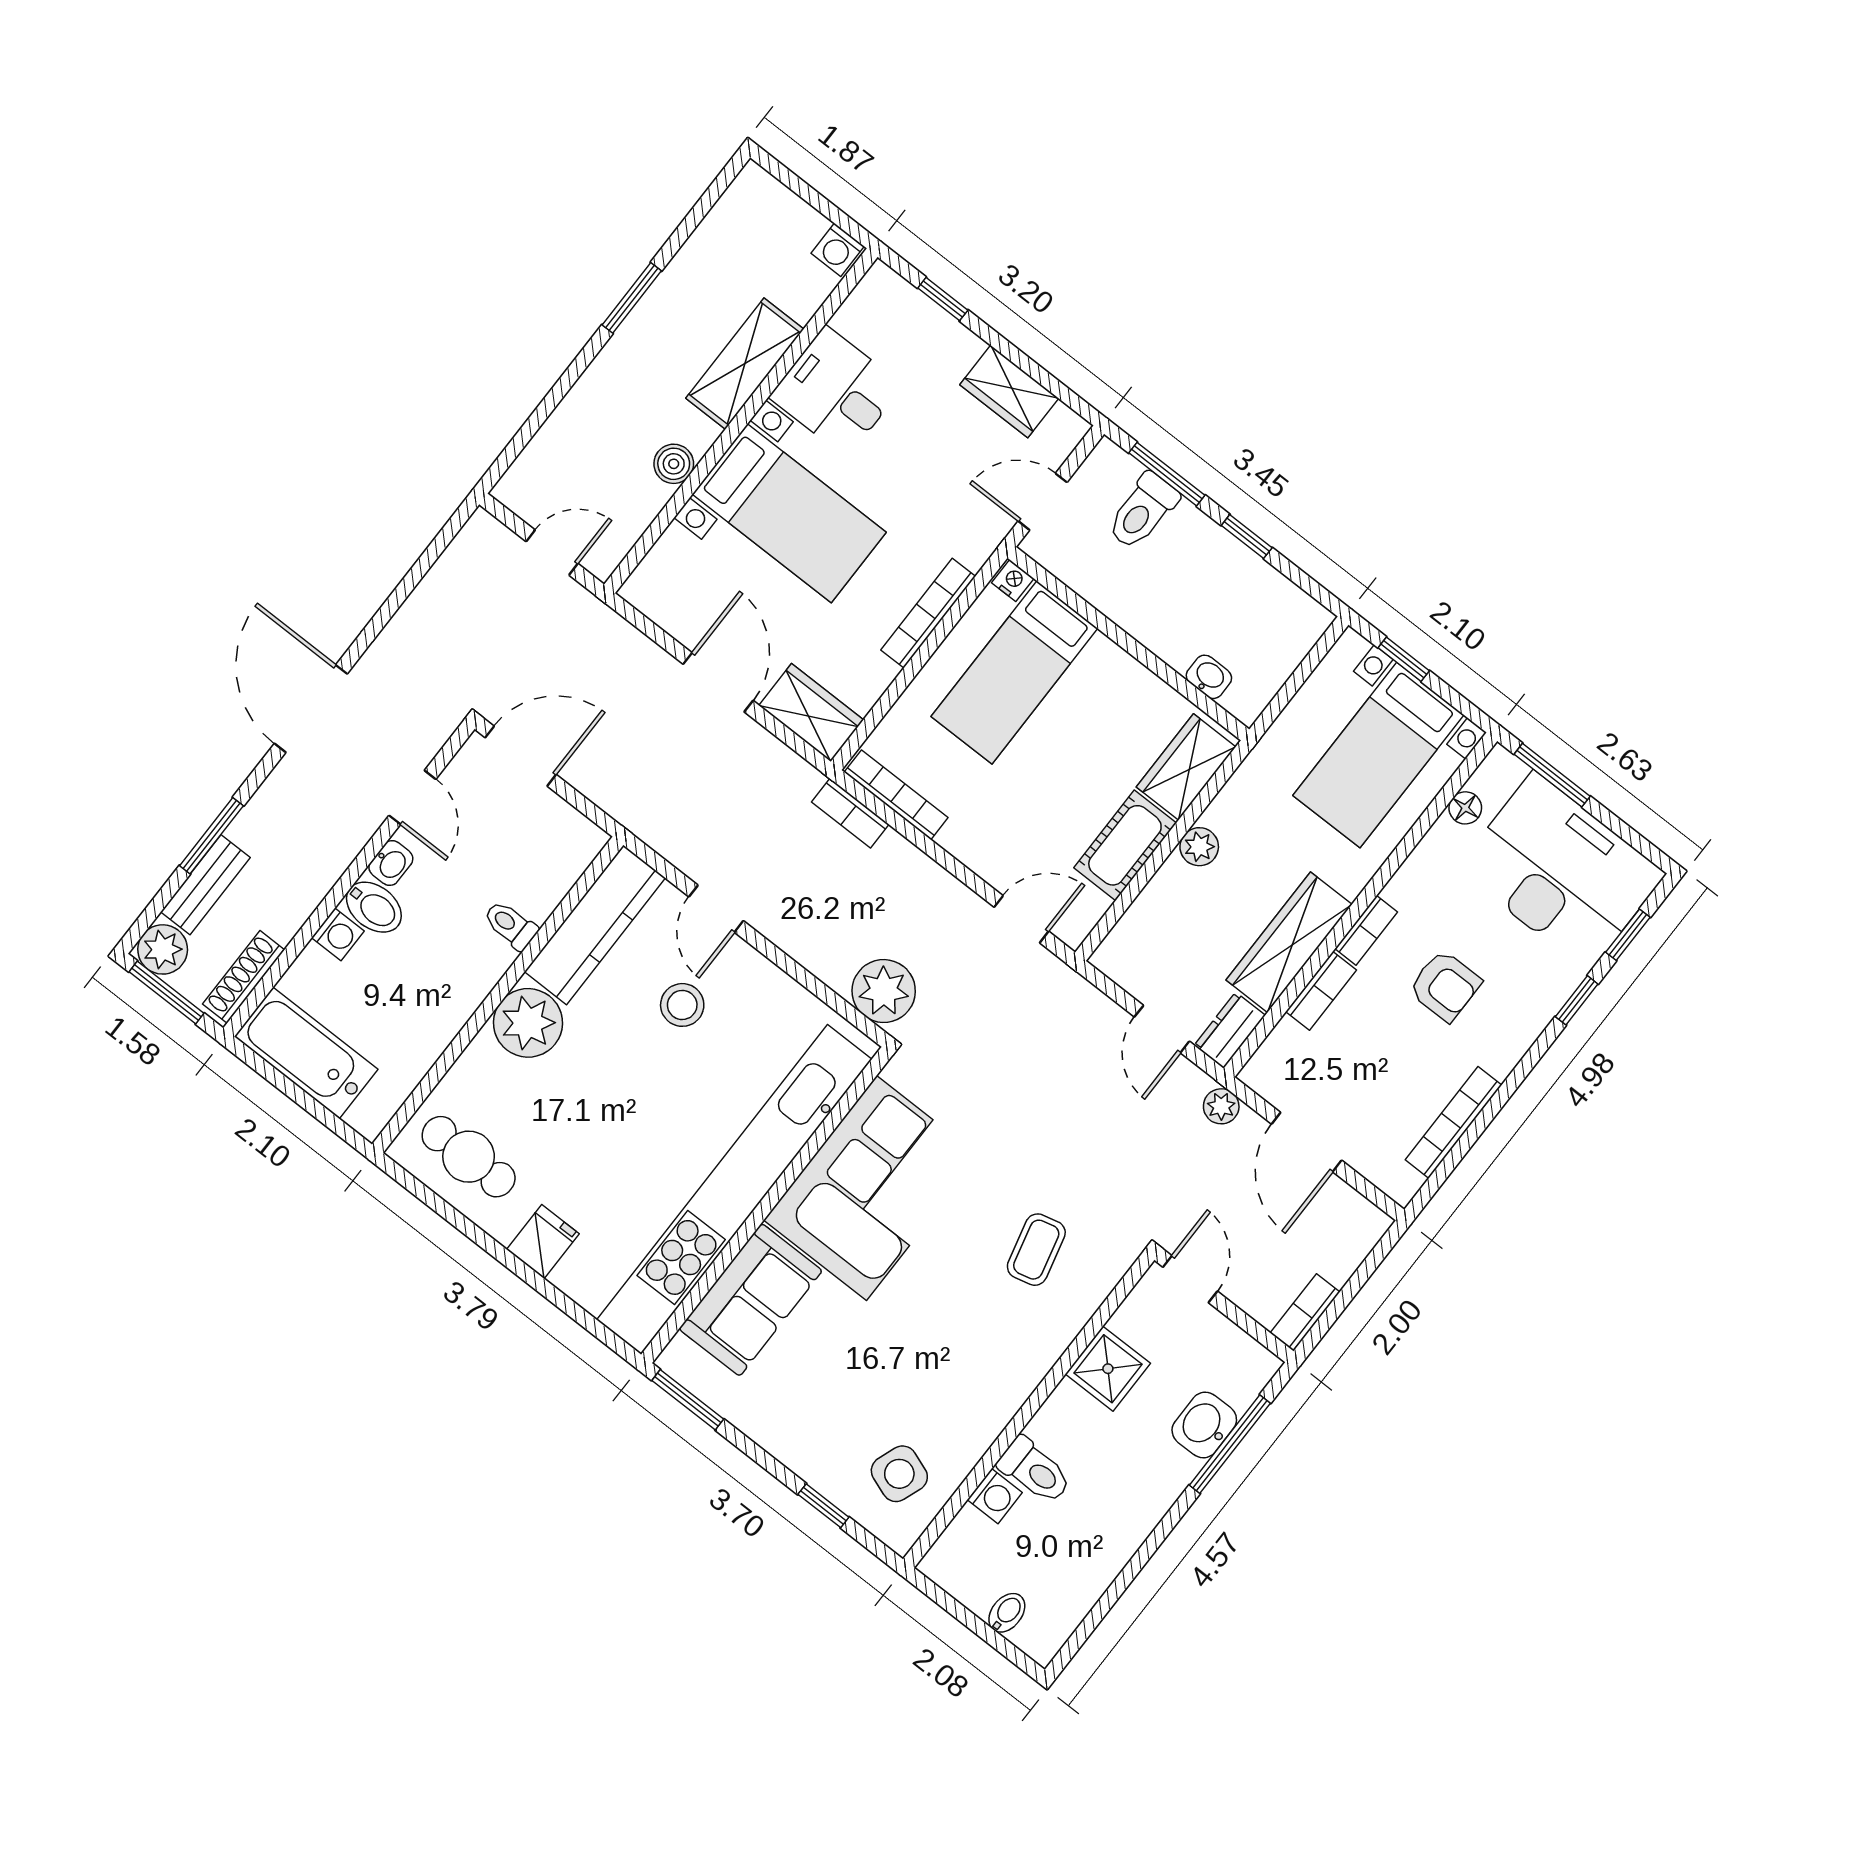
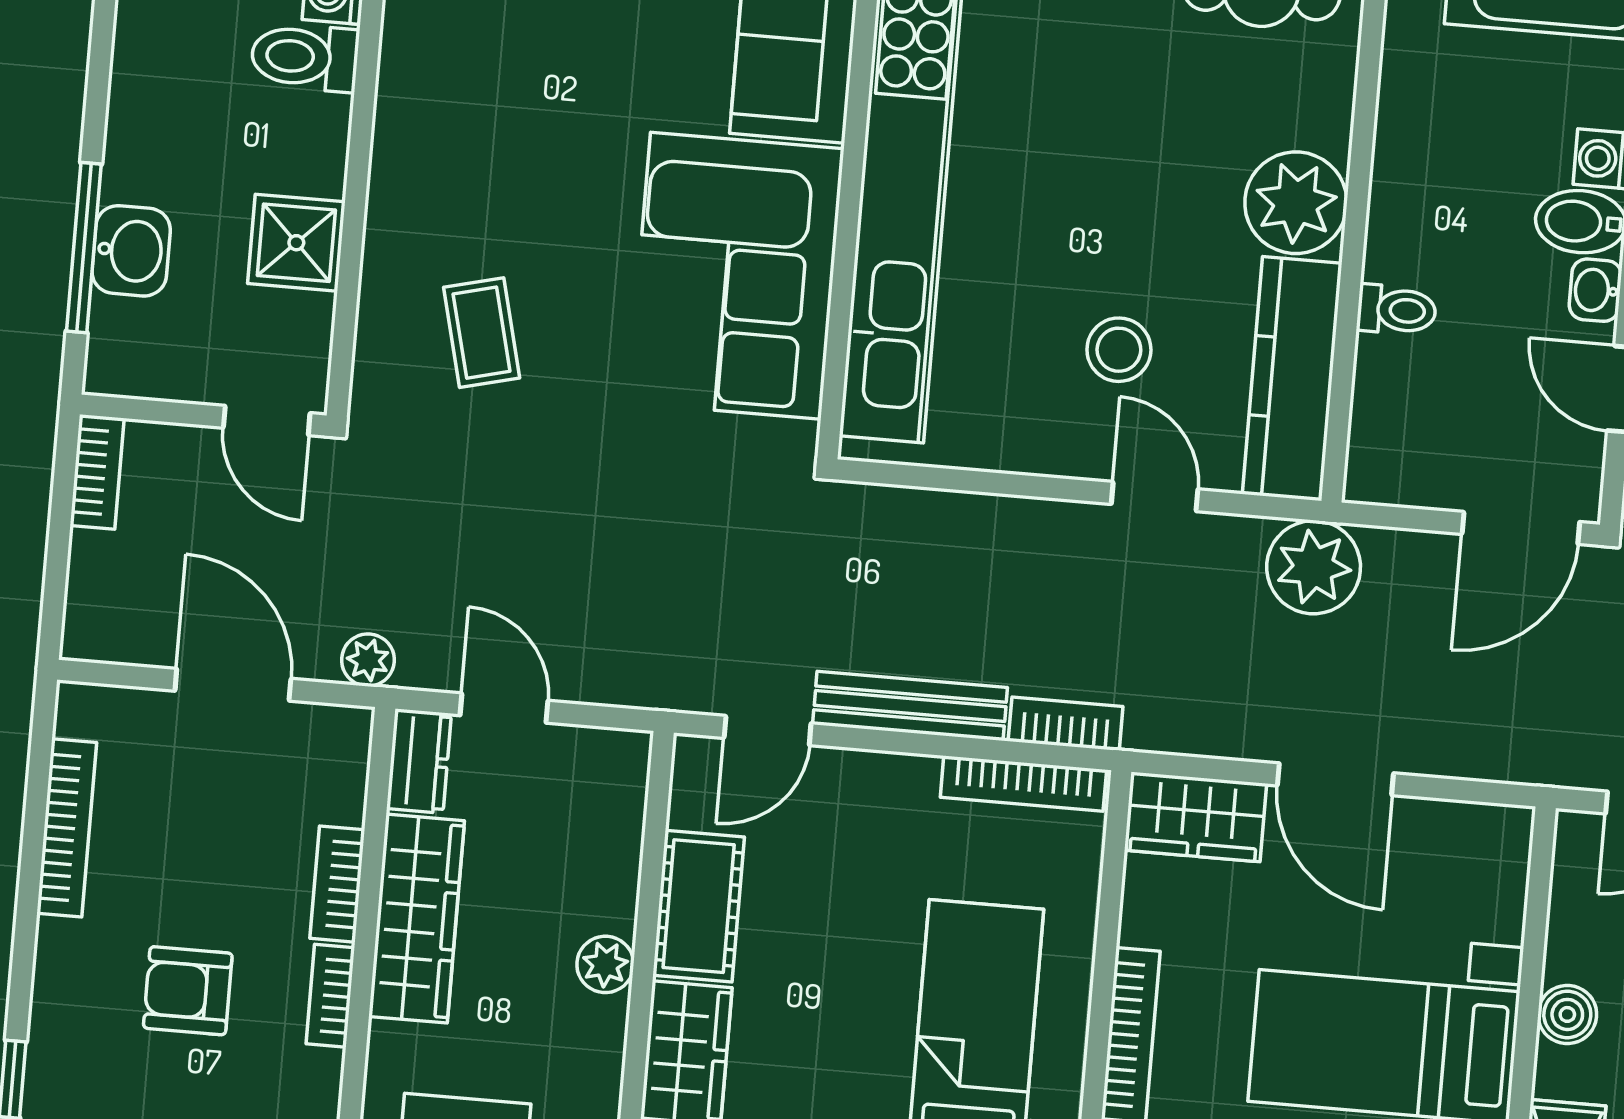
bench: (932, 881) -> (910, 706), added
plant: (884, 991) -> (1314, 567), moved

